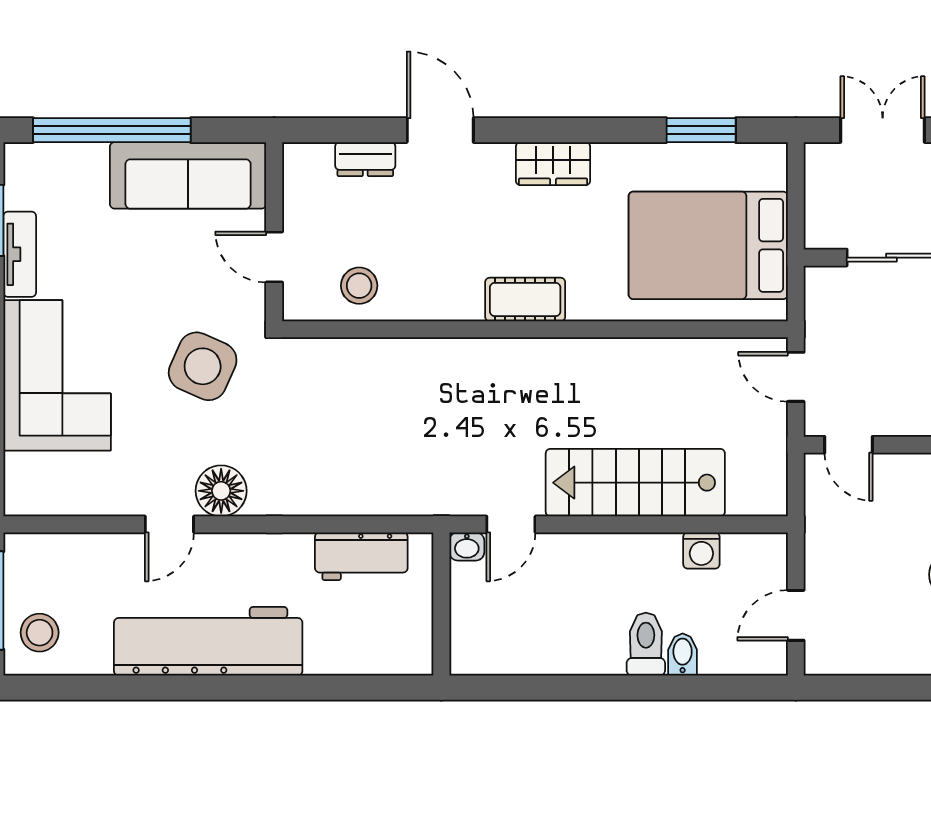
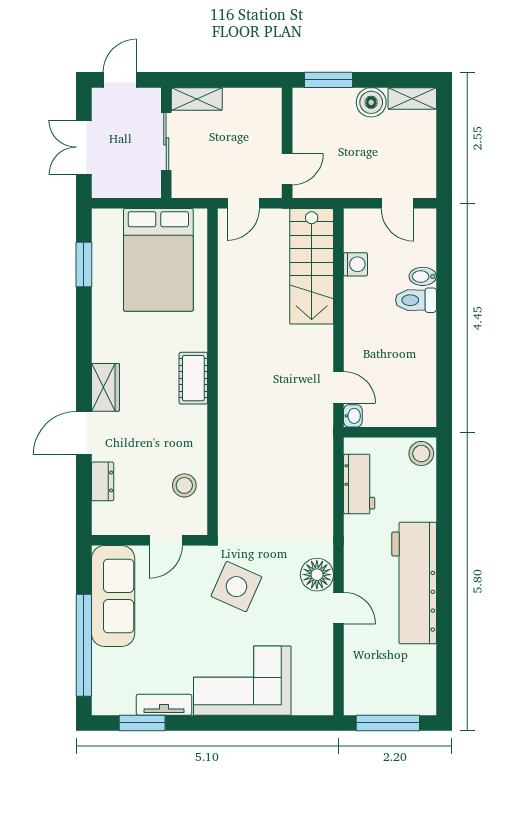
wardrobe: (553, 164) -> (106, 387), moved
stairs: (635, 483) -> (312, 266), moved
stool: (40, 633) -> (421, 454), moved

